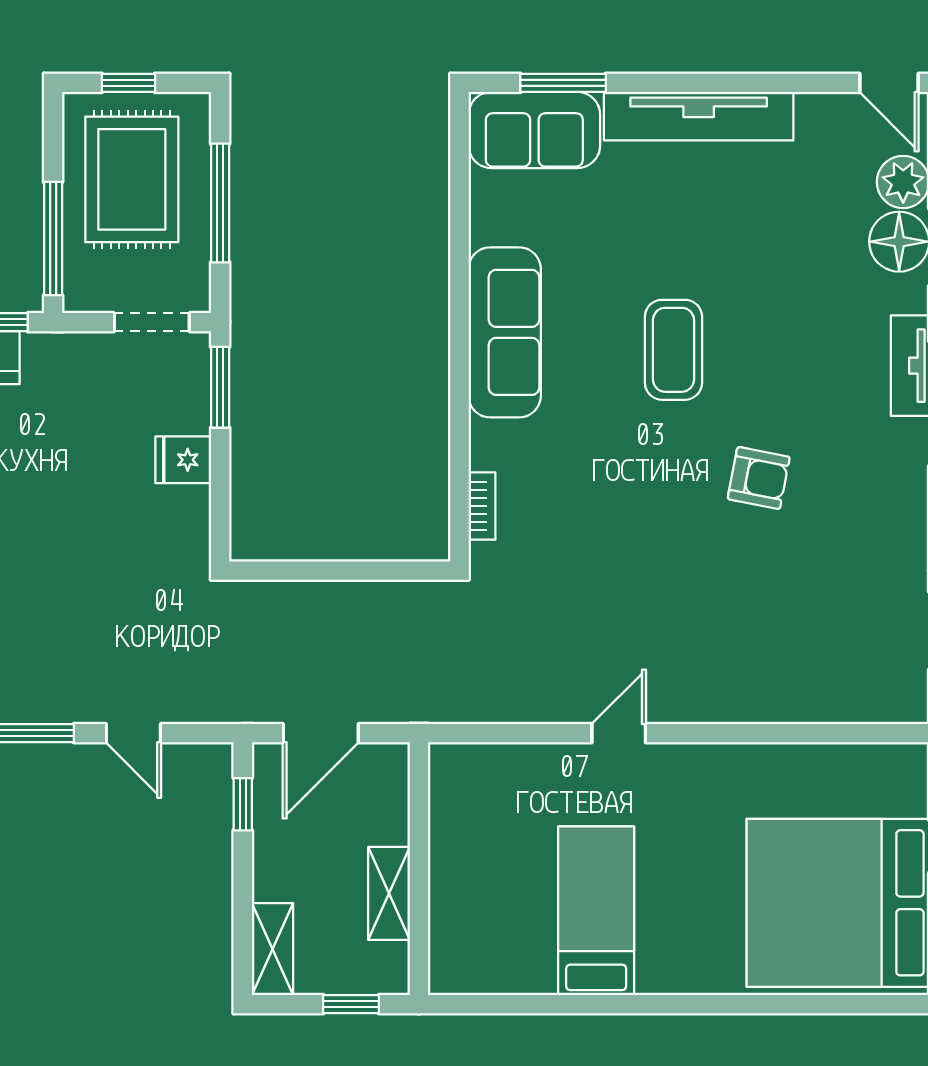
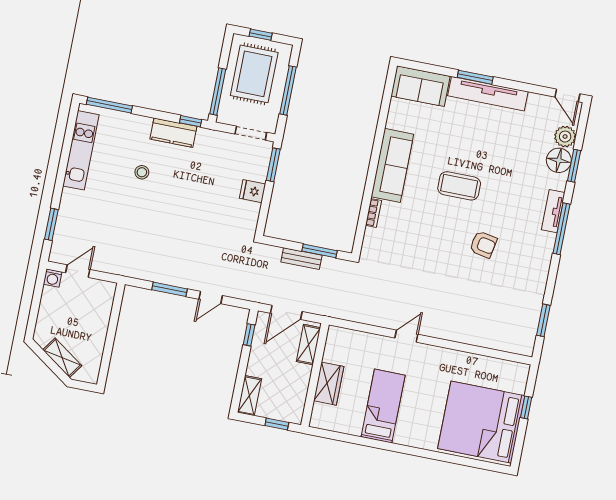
window: (563, 83) -> (475, 77), moved
coffee table: (673, 350) -> (459, 186), turned 90
bookcase: (482, 506) -> (373, 213), moved
window: (371, 571) -> (320, 251), added
bench: (332, 598) -> (301, 259), added
door: (133, 733) -> (211, 297), hinge flipped
wardrobe: (456, 883) -> (329, 384), added
shelving: (389, 893) -> (308, 345), moved

